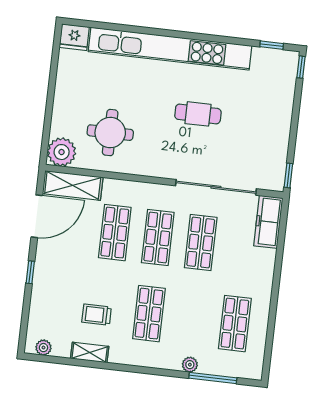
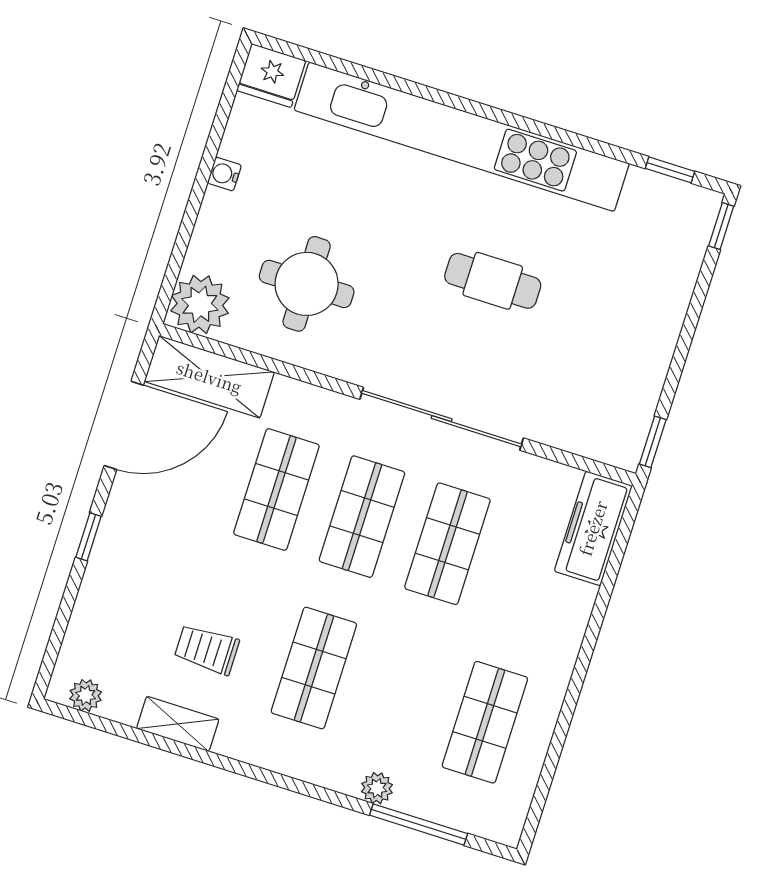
water cooler: (61, 88) -> (224, 174), added
sliding door: (216, 187) -> (442, 419), moved

